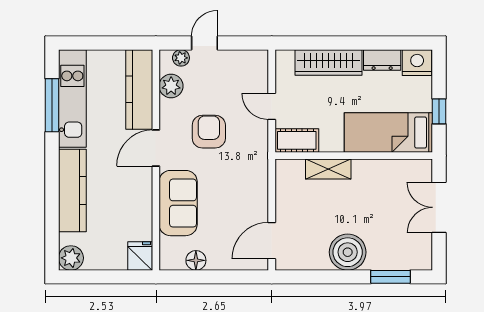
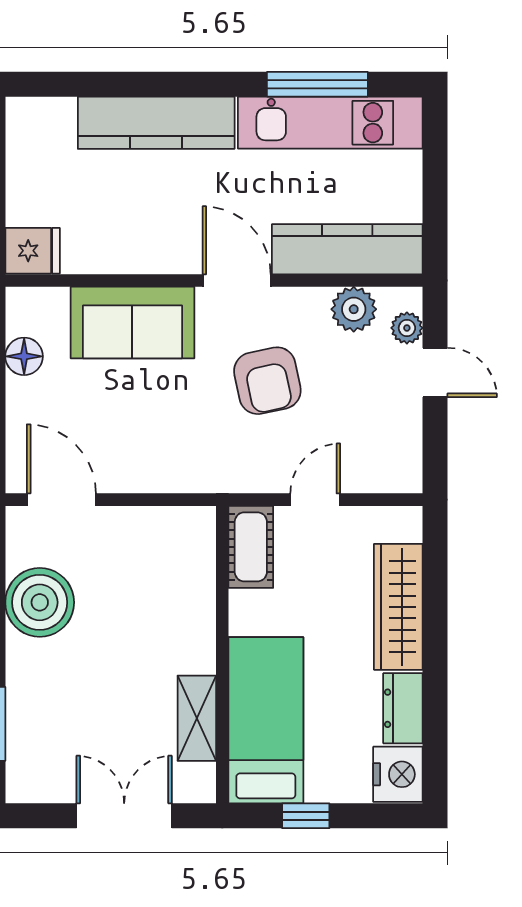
armchair: (209, 132) -> (267, 381), turned 78
shelving: (328, 169) -> (197, 718), moved
boiler: (348, 252) -> (40, 602), moved
plant: (71, 258) -> (29, 120), removed

